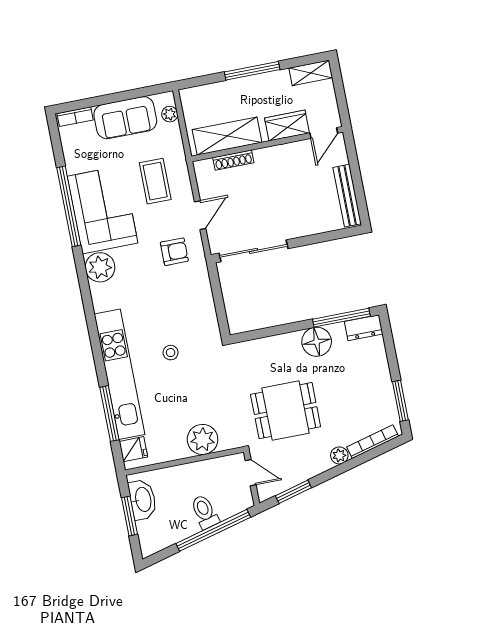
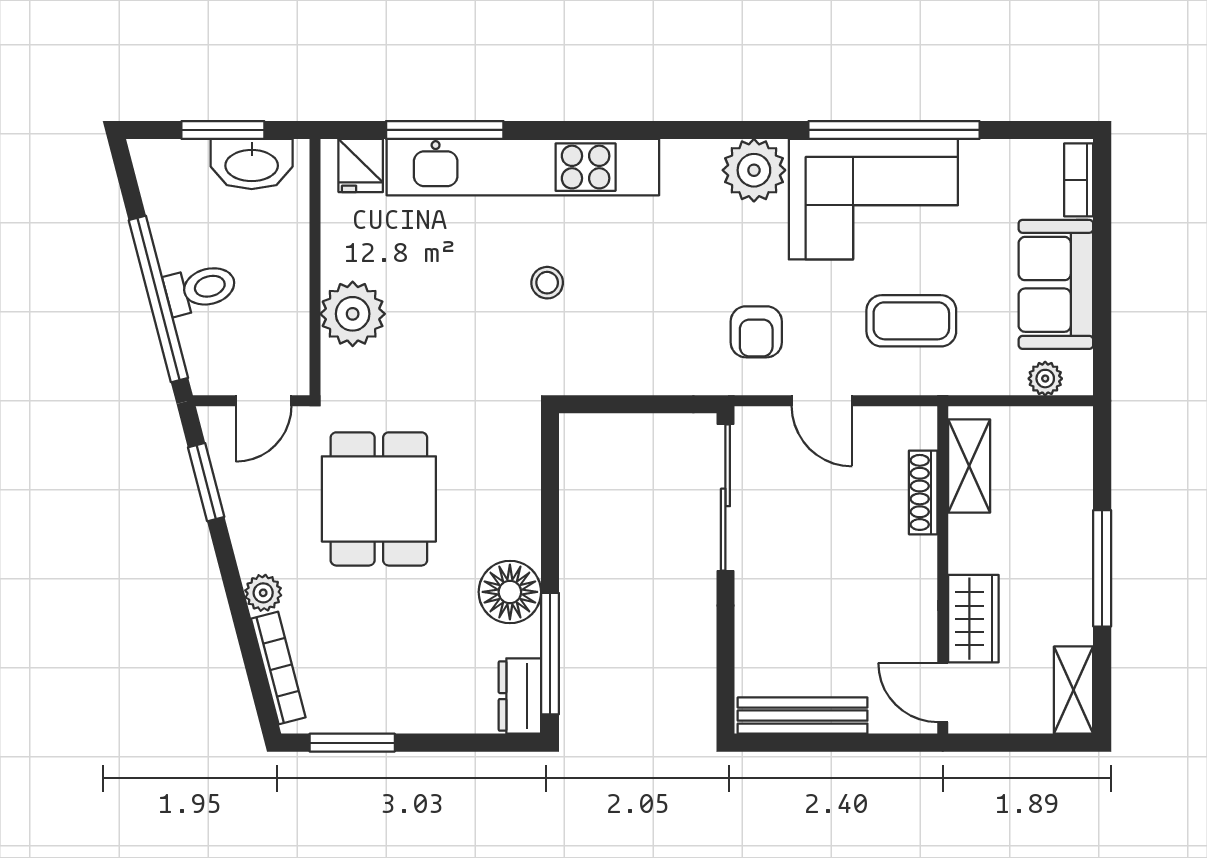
shelving: (227, 136) -> (969, 466), width x0.67, depth x0.75

